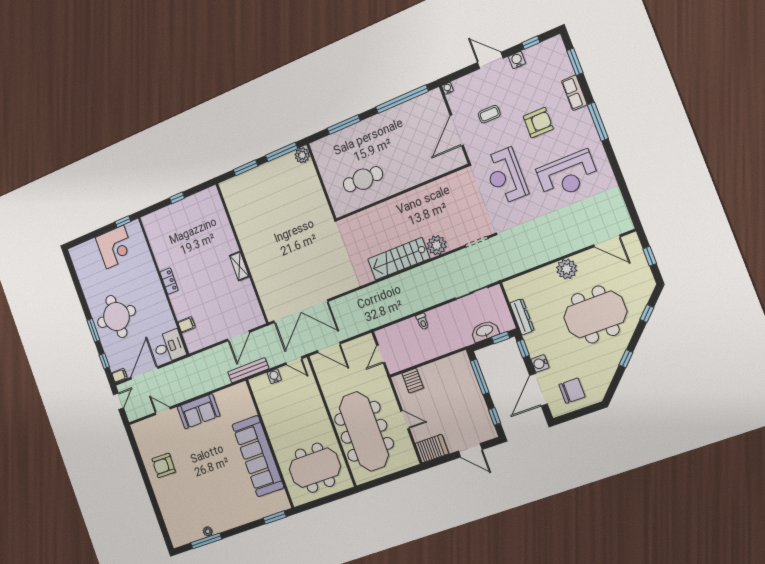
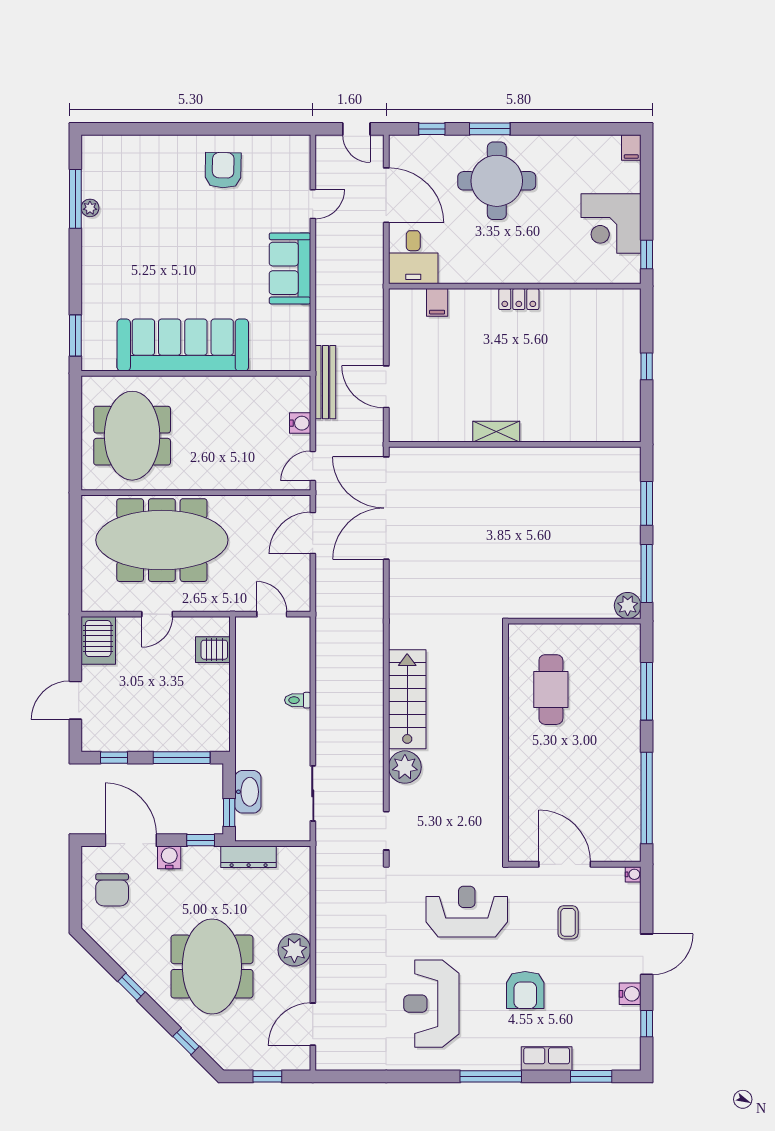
filing cabinet: (119, 376) -> (631, 148), moved

